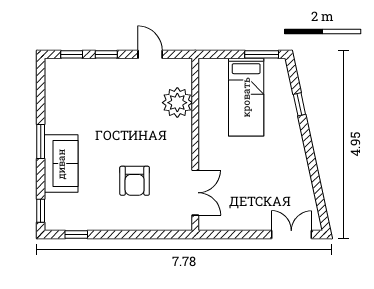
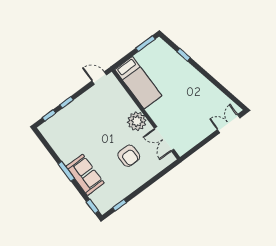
door: (150, 54) -> (99, 78), moved
bed: (246, 97) -> (138, 83), moved
plant: (177, 103) -> (137, 121), moved
double door: (195, 193) -> (164, 139), swing flipped

